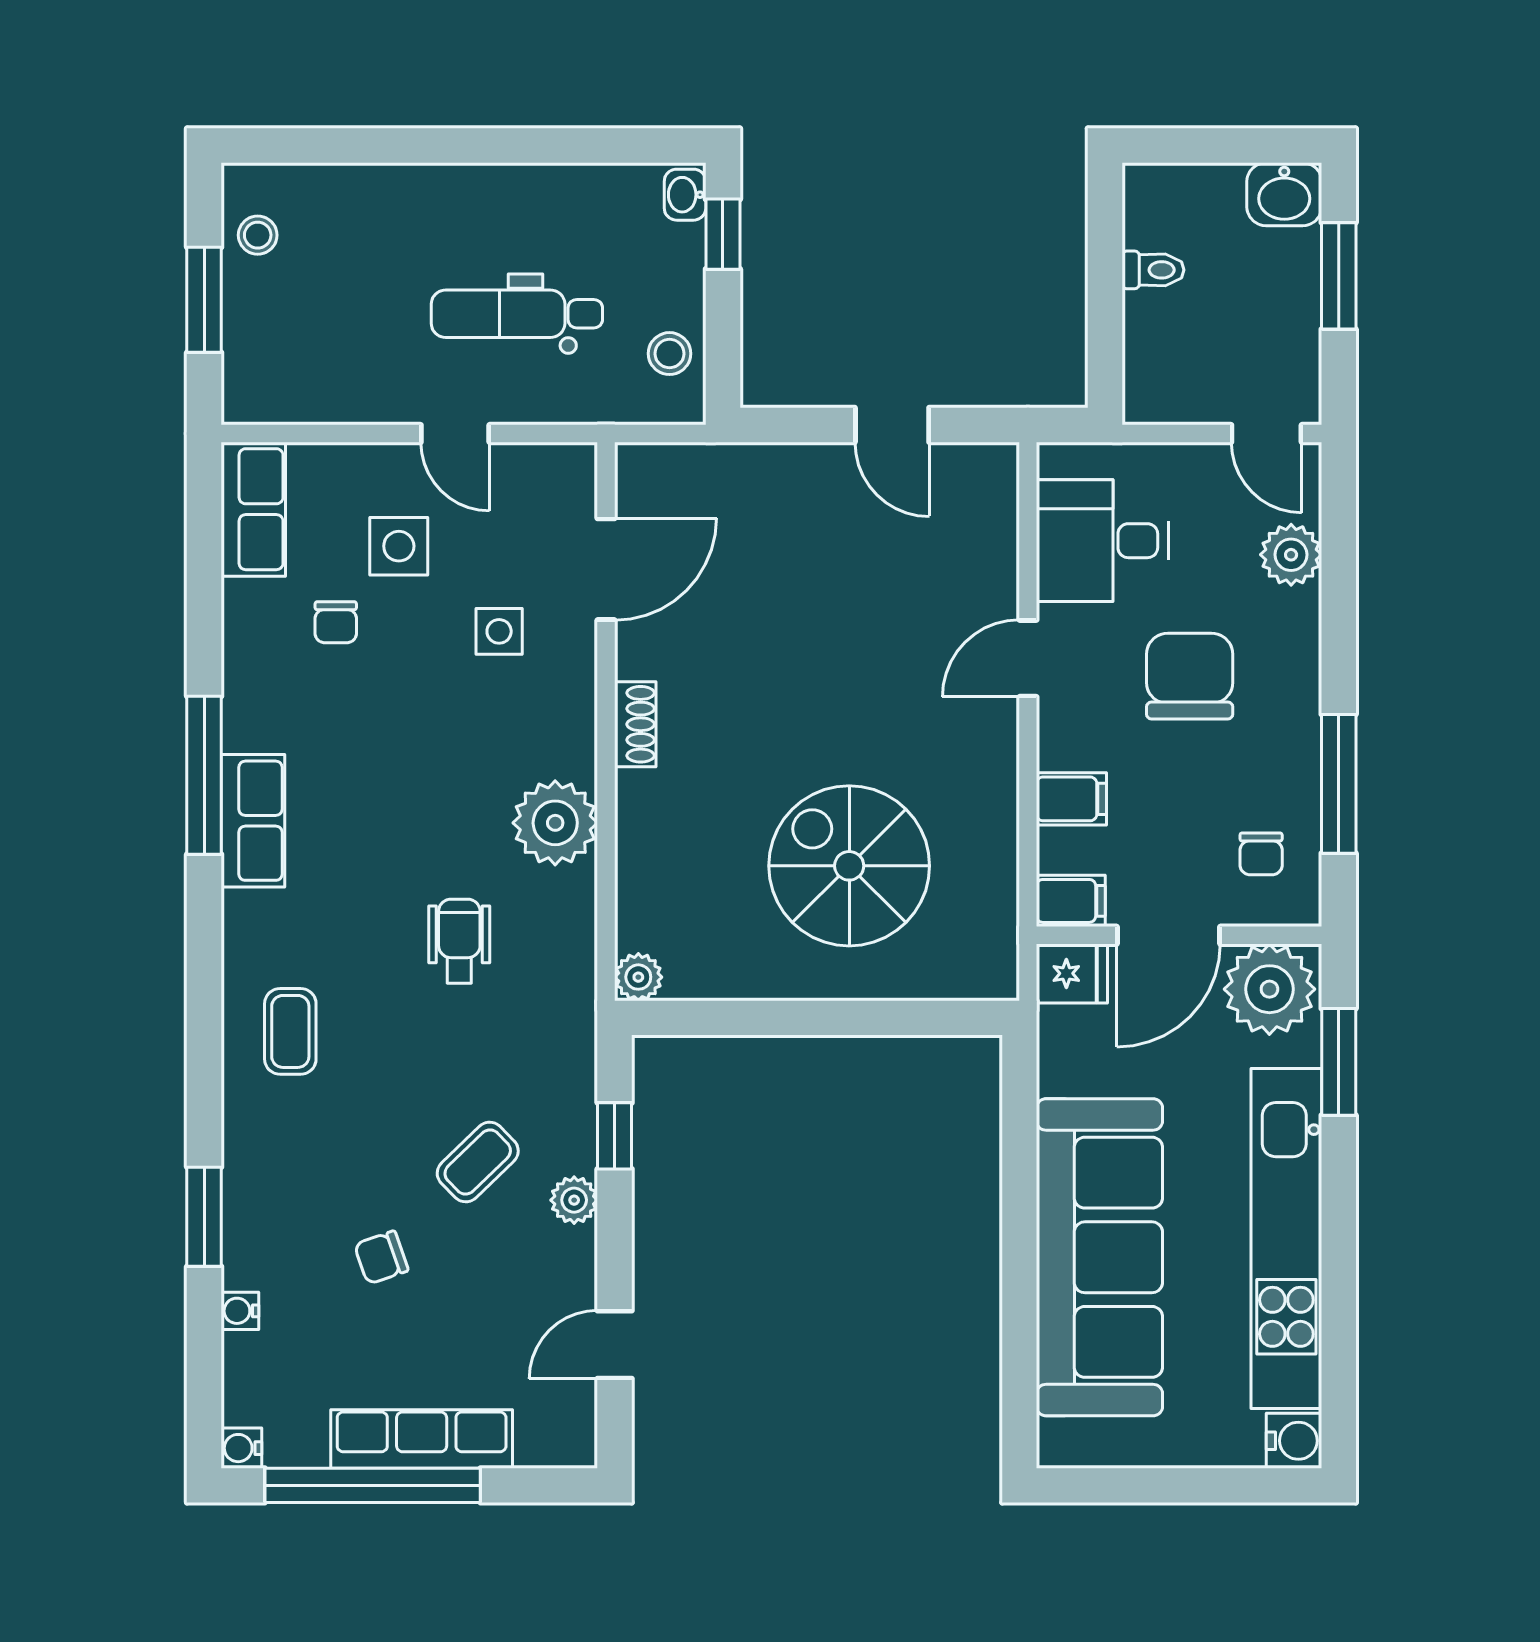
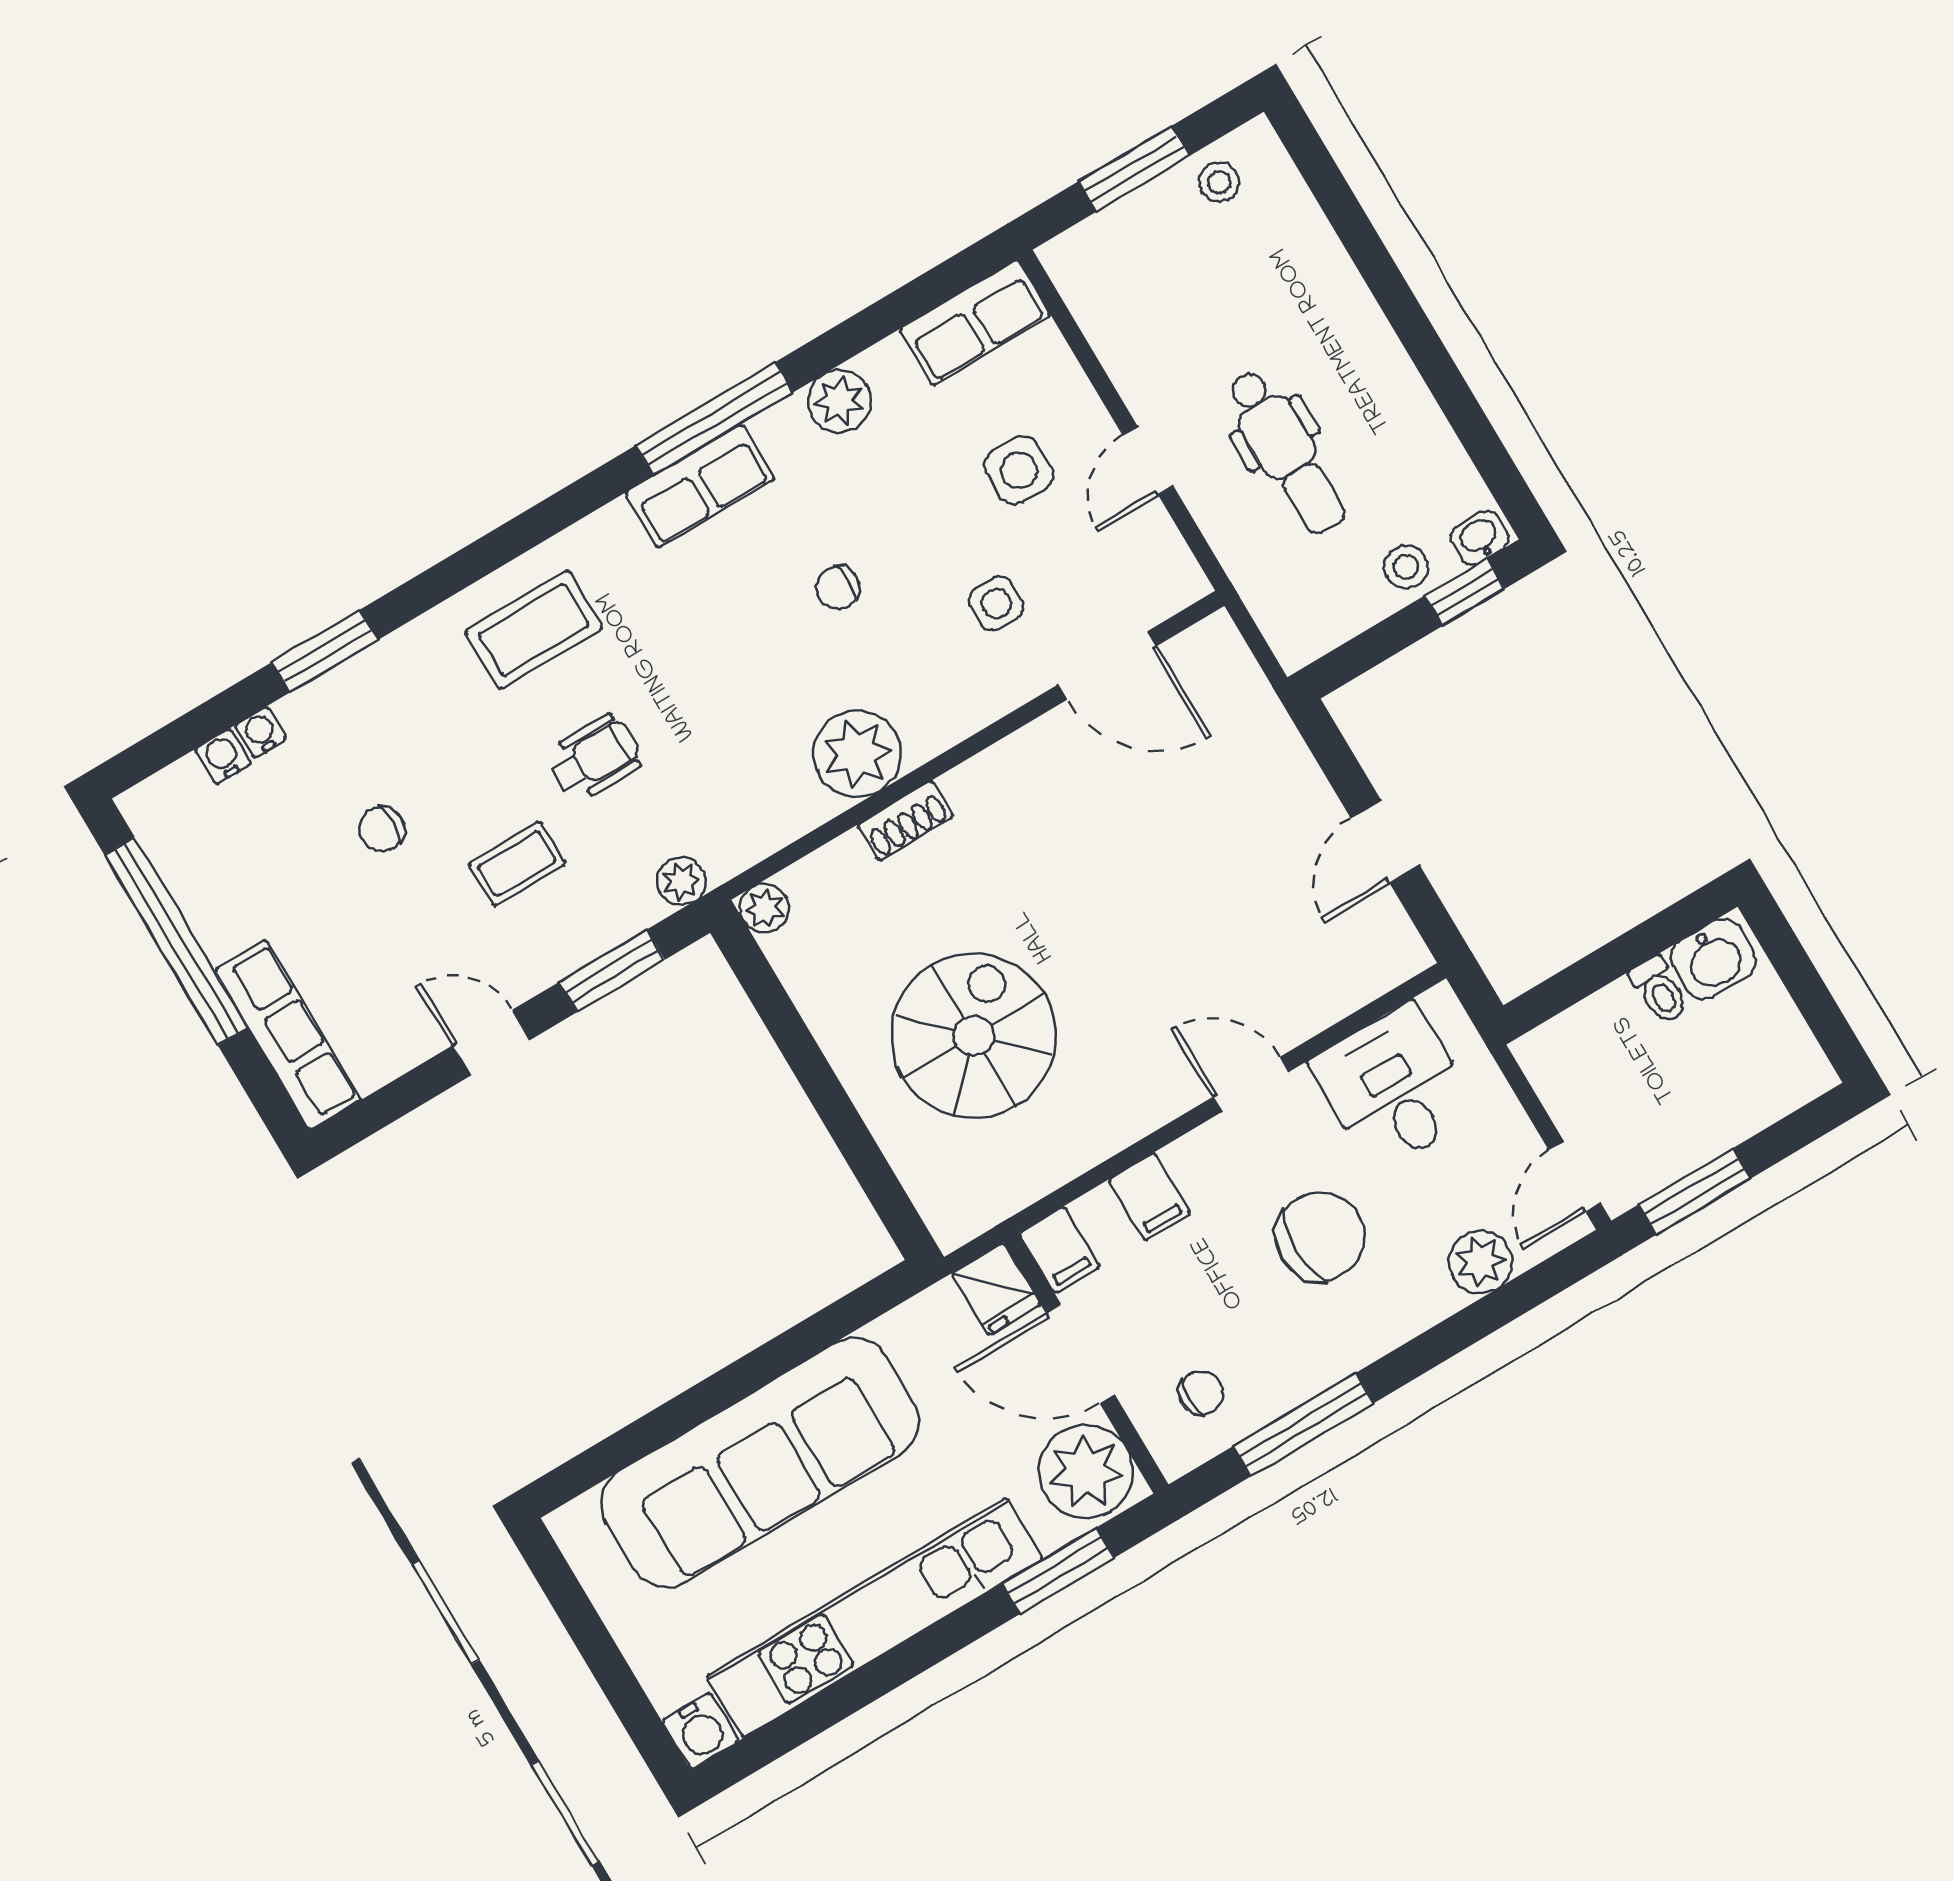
washbasin: (1284, 194) -> (1713, 959), moved, turned -90
window: (1339, 276) -> (1695, 1191), moved
dental chair: (517, 314) -> (1286, 452), turned 180
stool: (670, 354) -> (1406, 567), moved
chair: (336, 622) -> (838, 588), moved
plant: (252, 662) -> (839, 401), added
shoe rack: (635, 724) -> (905, 821), moved
chair: (1261, 854) -> (1201, 1393), turned 180
wheelchair: (459, 941) -> (595, 758), moved
coffee table: (290, 1031) -> (534, 630), width x1.36, depth x1.30
window: (615, 1136) -> (612, 971), width x1.50
coffee table: (478, 1162) -> (517, 864), turned -46
plant: (574, 1200) -> (681, 881), moved
chair: (381, 1257) -> (382, 829), turned -71
door: (615, 1345) -> (491, 1043), moved
row of seats: (422, 1439) -> (288, 1035), moved
water cooler: (241, 1448) -> (223, 756), moved

